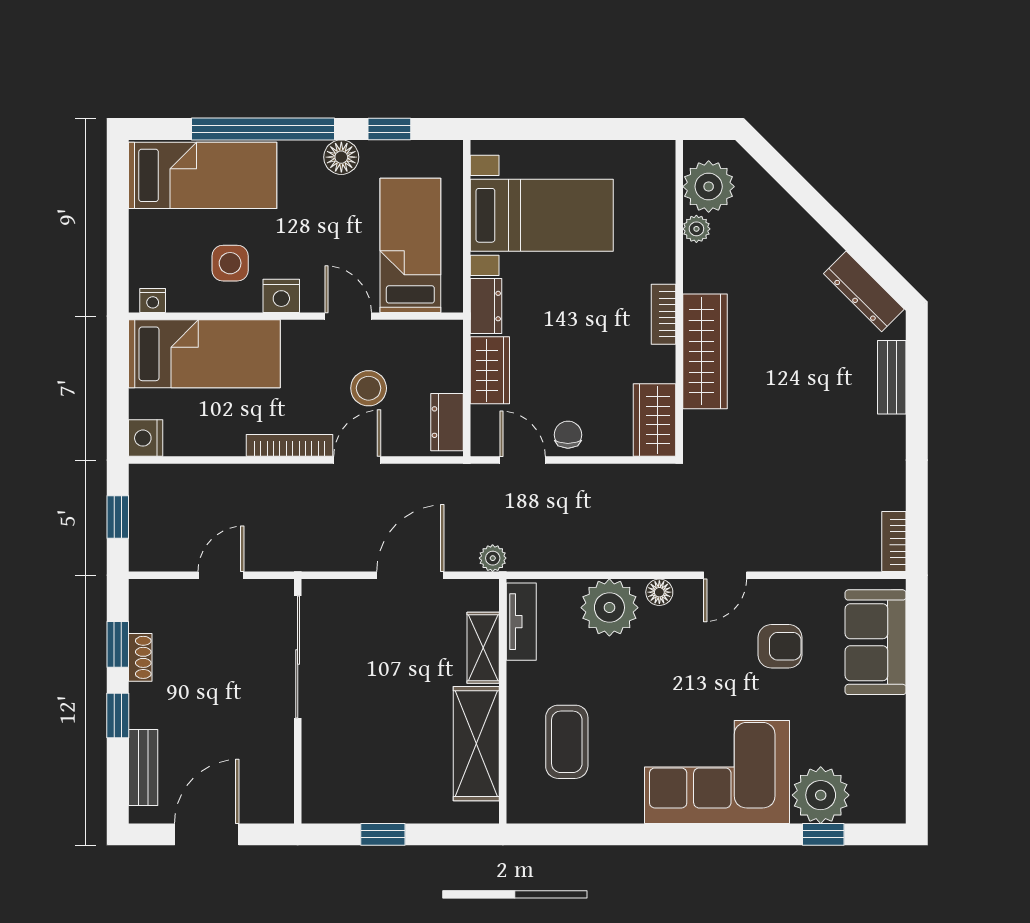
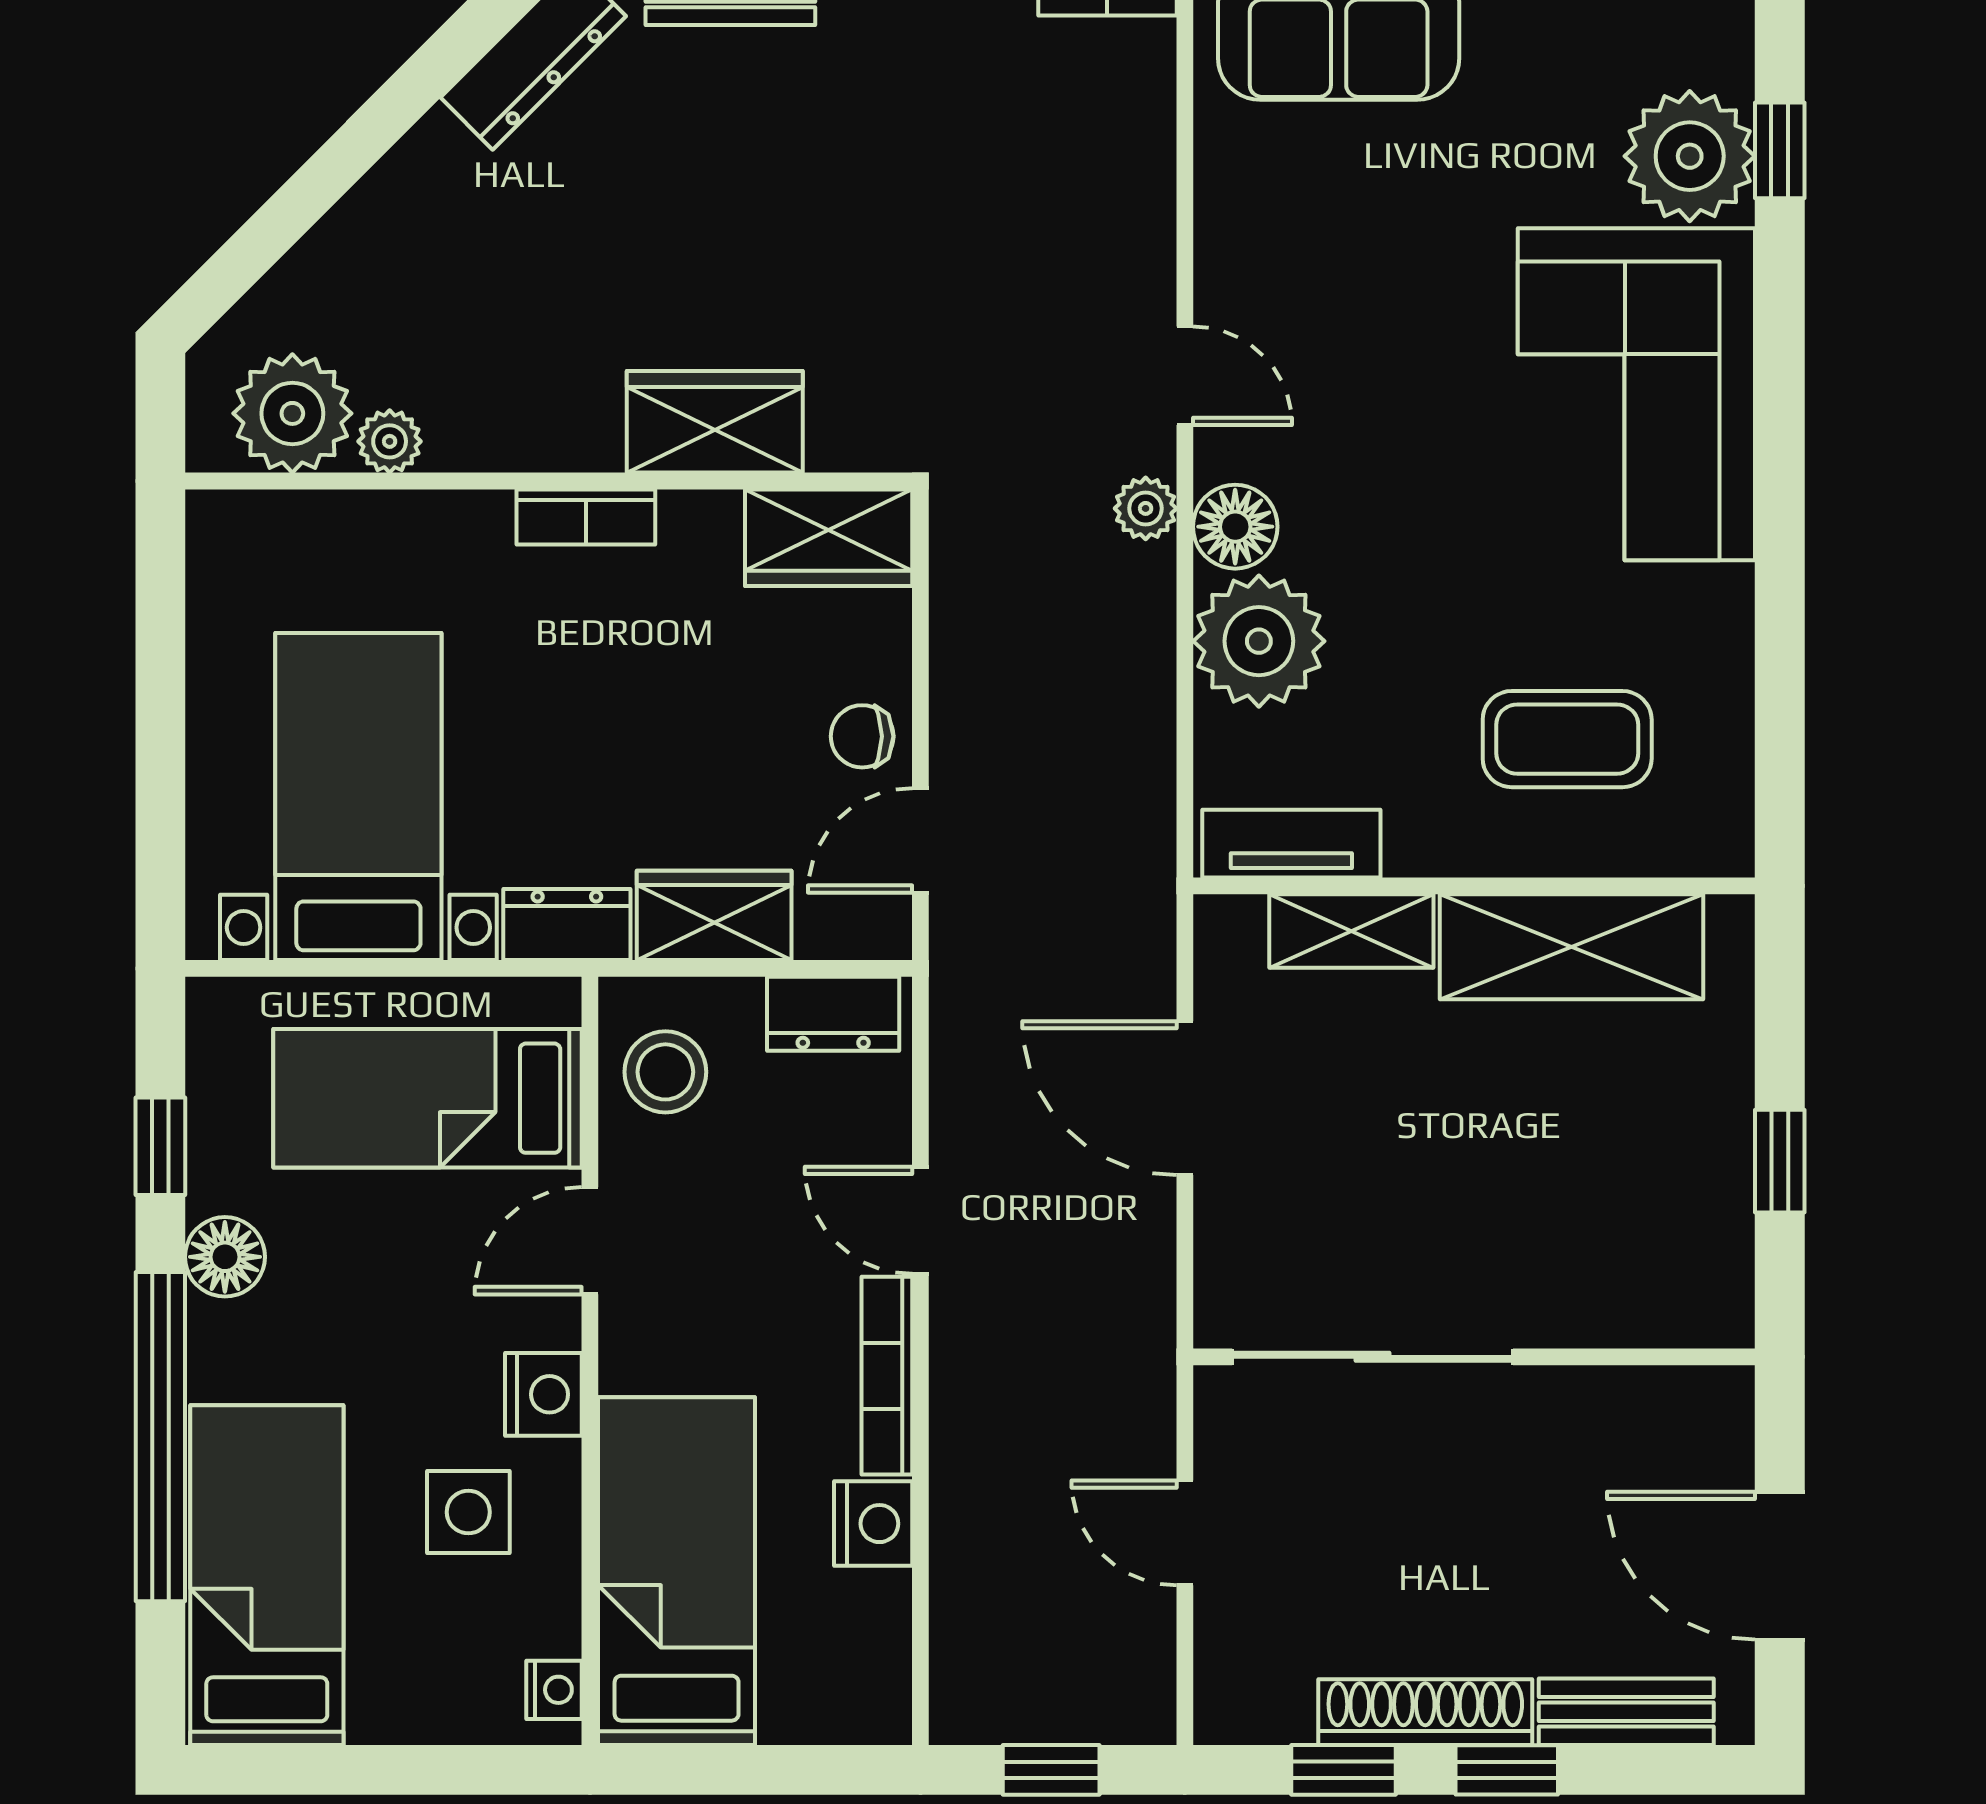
wardrobe: (705, 351) -> (715, 422), width x0.67
stool: (369, 388) -> (665, 1072), moved
nightstand: (146, 438) -> (873, 1524), moved, turned -90
plant: (493, 558) -> (1146, 508), moved
floor lamp: (659, 592) -> (1235, 527), width x1.37, depth x1.37
armchair: (780, 646) -> (1348, 249), removed
shoe rack: (140, 657) -> (1425, 1712), width x1.94, depth x1.24

